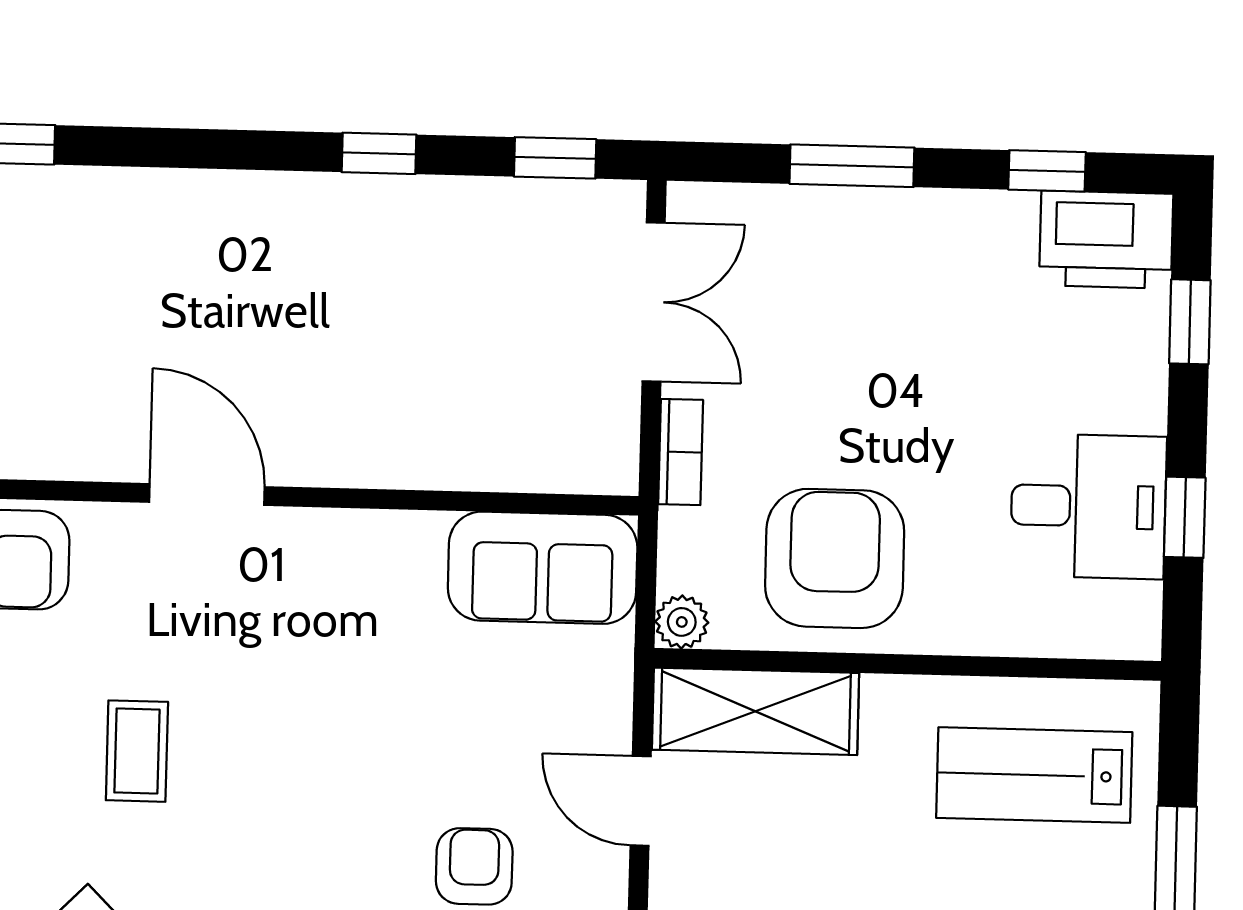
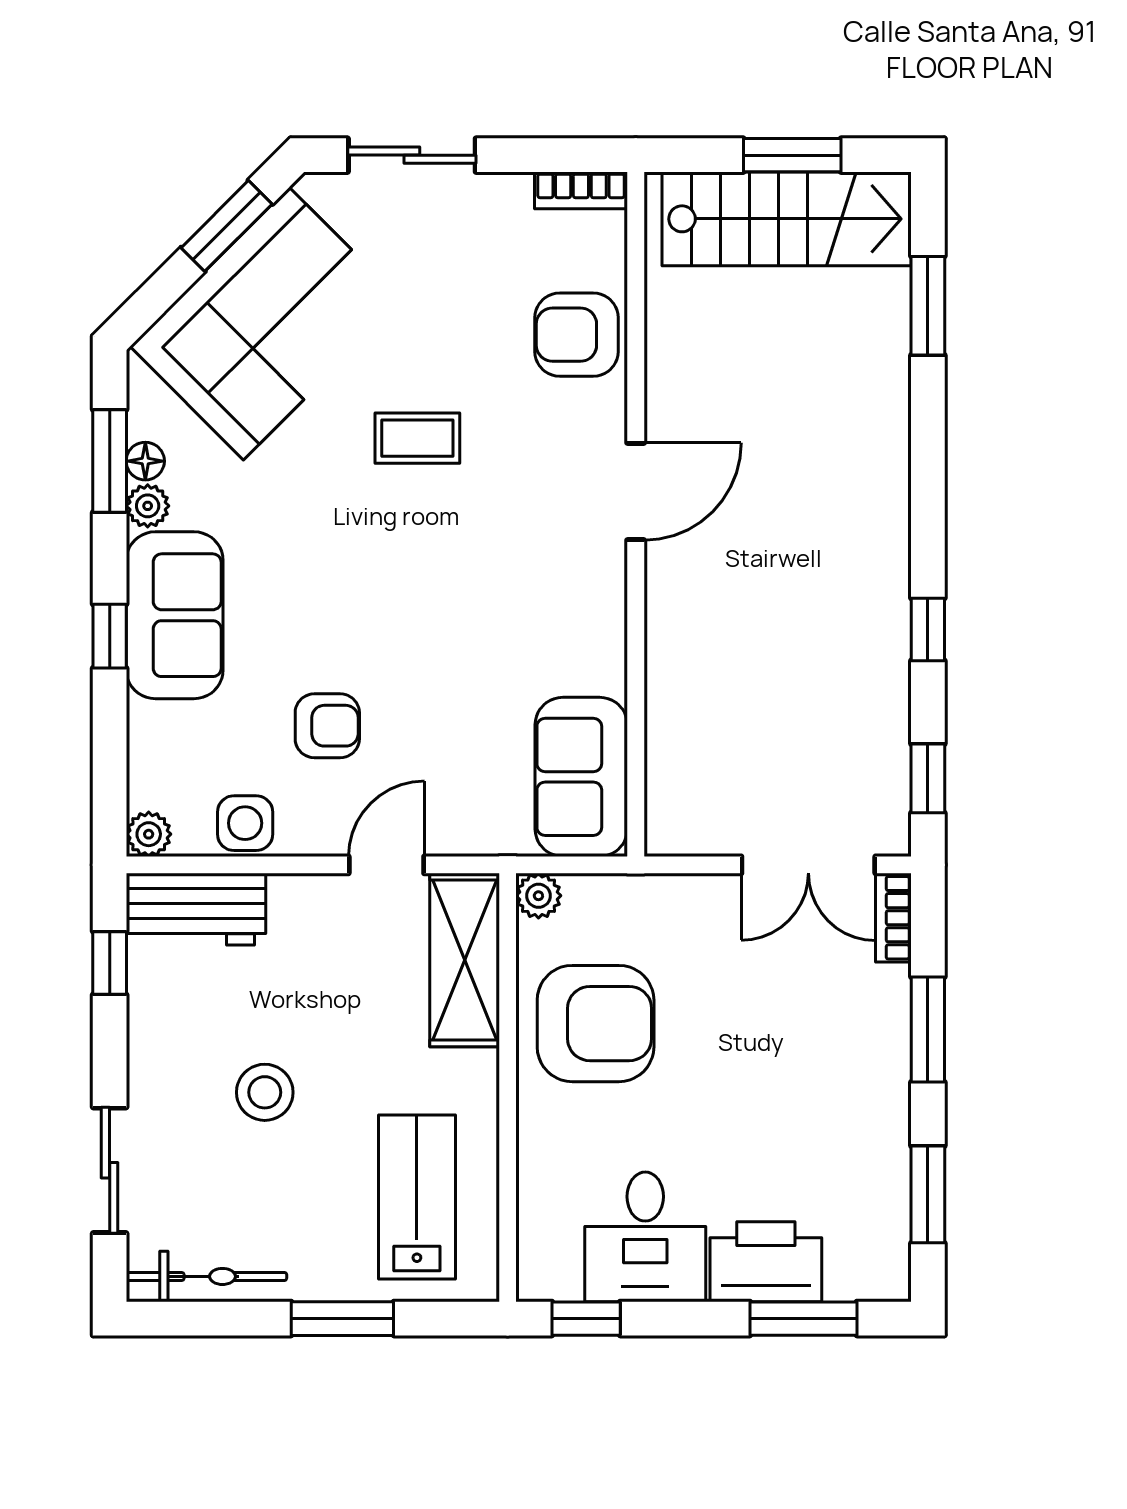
window: (1047, 171) -> (928, 1194), width x1.50
printer: (1106, 240) -> (766, 1262), moved, turned 90
window: (1190, 322) -> (803, 1319), width x1.50
bookcase: (681, 452) -> (893, 918), moved, turned 90
window: (1185, 517) -> (586, 1319), moved

